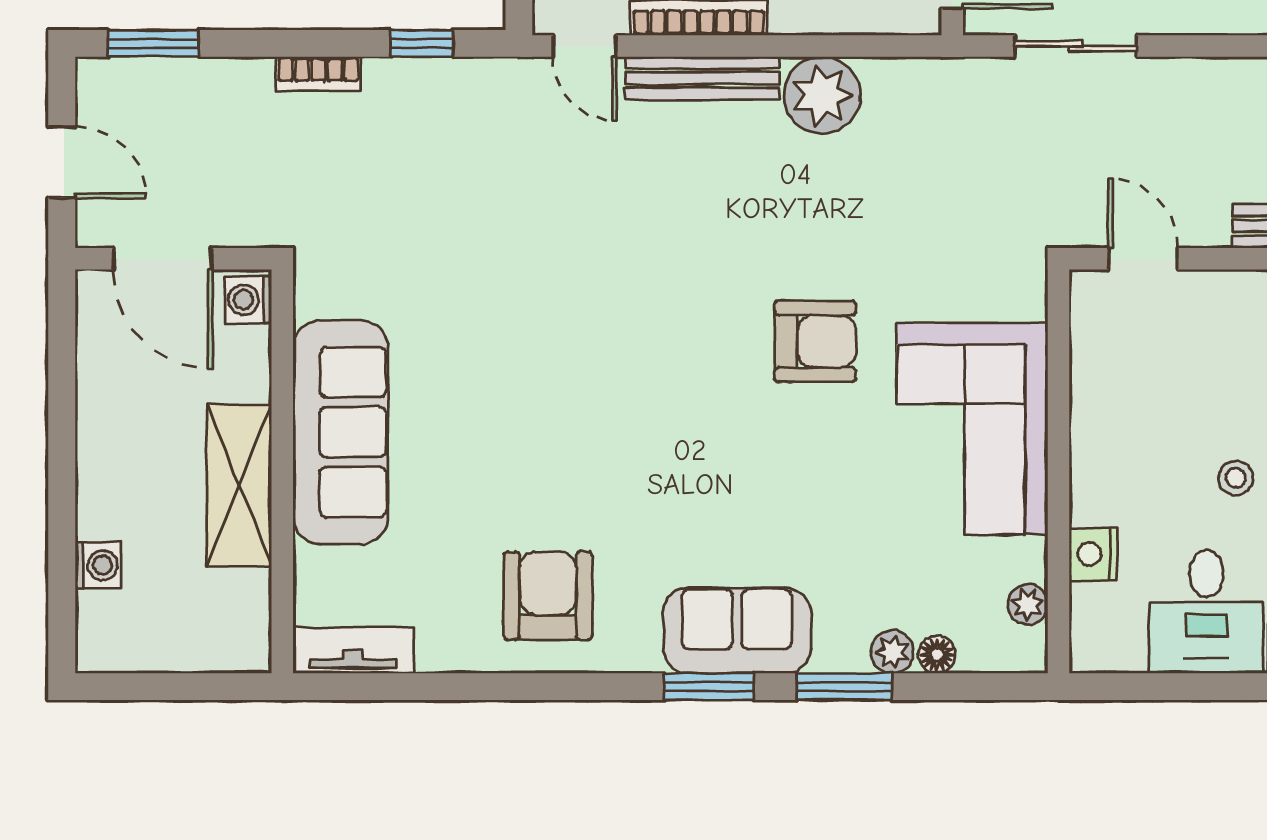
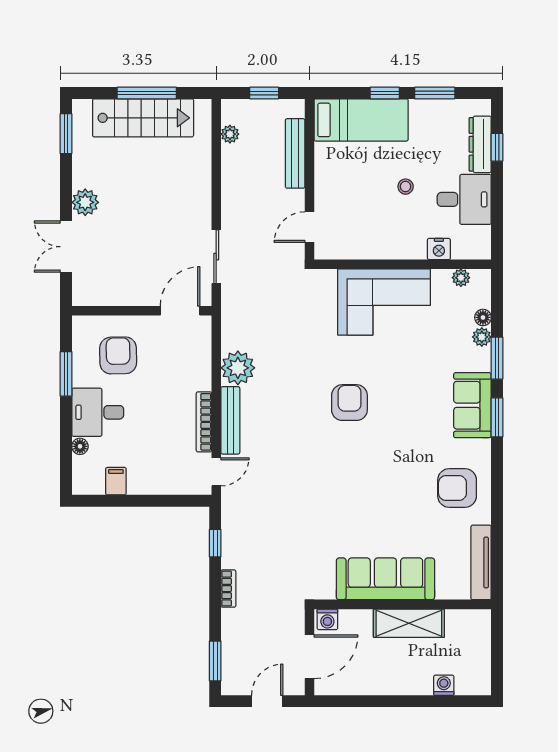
armchair: (815, 341) -> (349, 403), moved
tv unit: (353, 650) -> (481, 562), width x1.41

